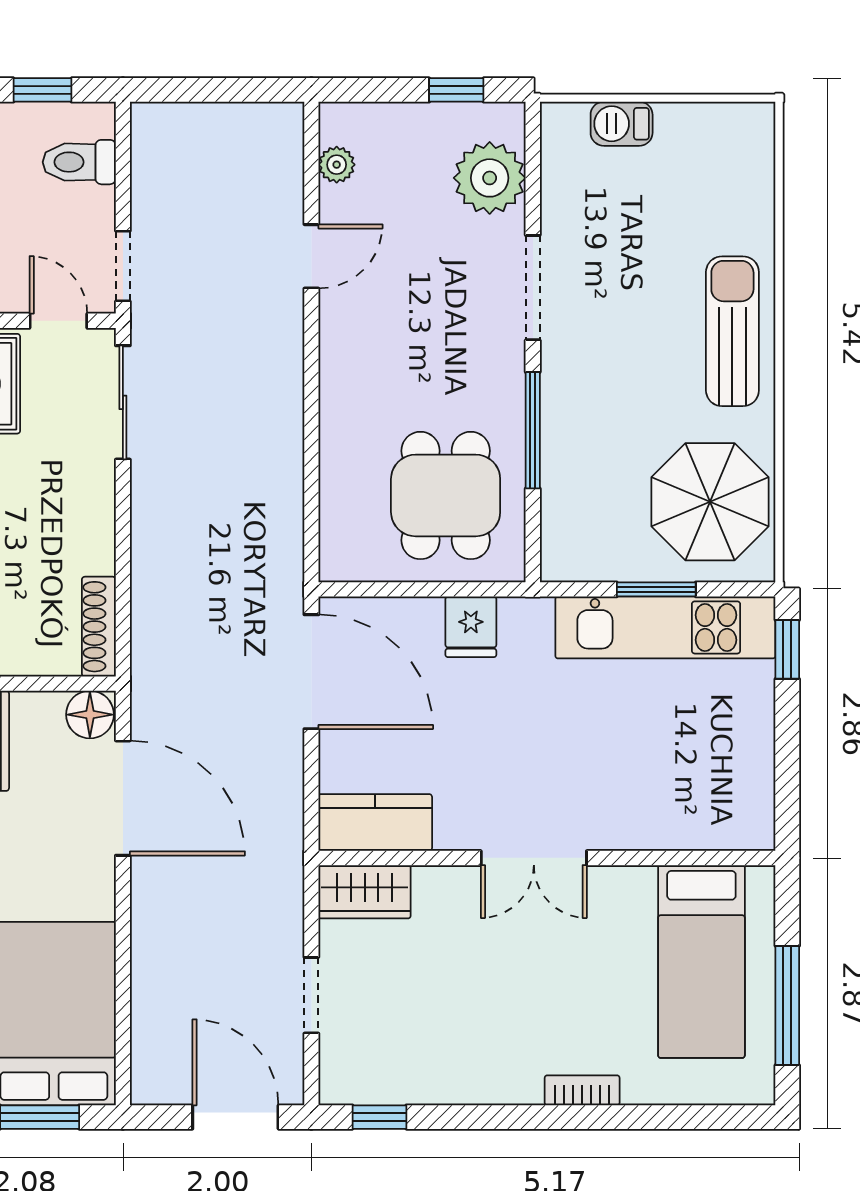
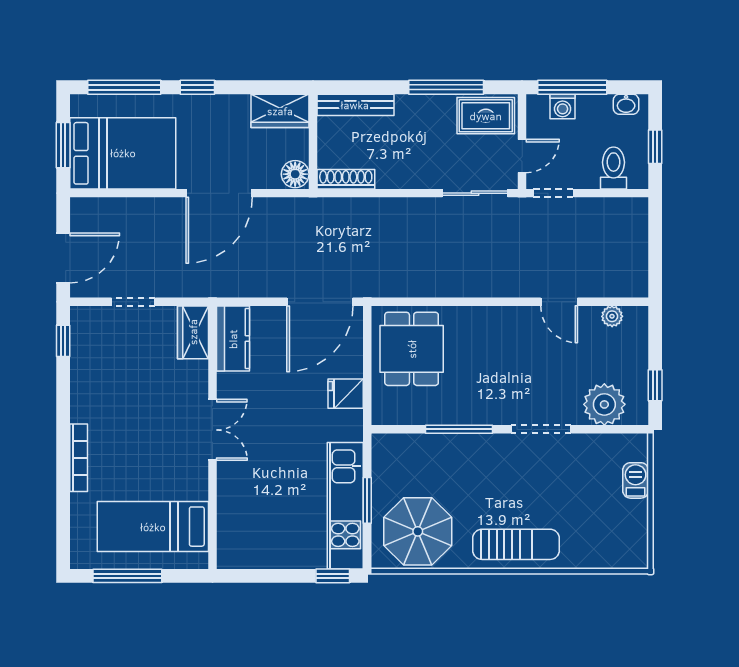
dining table: (446, 495) -> (412, 349), moved, turned 90
door: (123, 798) -> (219, 193), moved
double door: (534, 858) -> (213, 430), swing flipped
bookcase: (582, 1090) -> (79, 458), width x1.56

